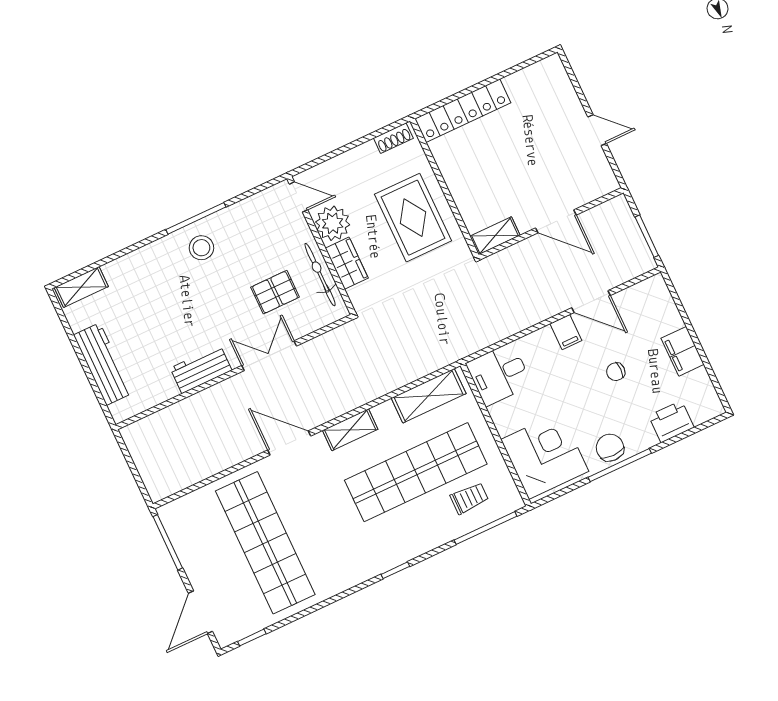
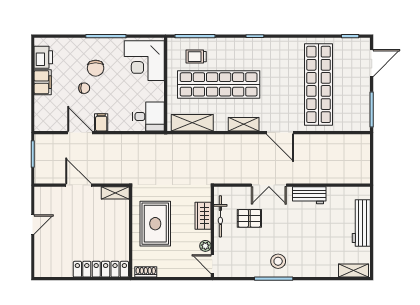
door: (597, 130) -> (33, 224), swing flipped
plant: (333, 223) -> (205, 246), width x0.53, depth x0.53
printer: (671, 422) -> (43, 57), moved, turned -90
chair: (610, 448) -> (96, 68), moved

